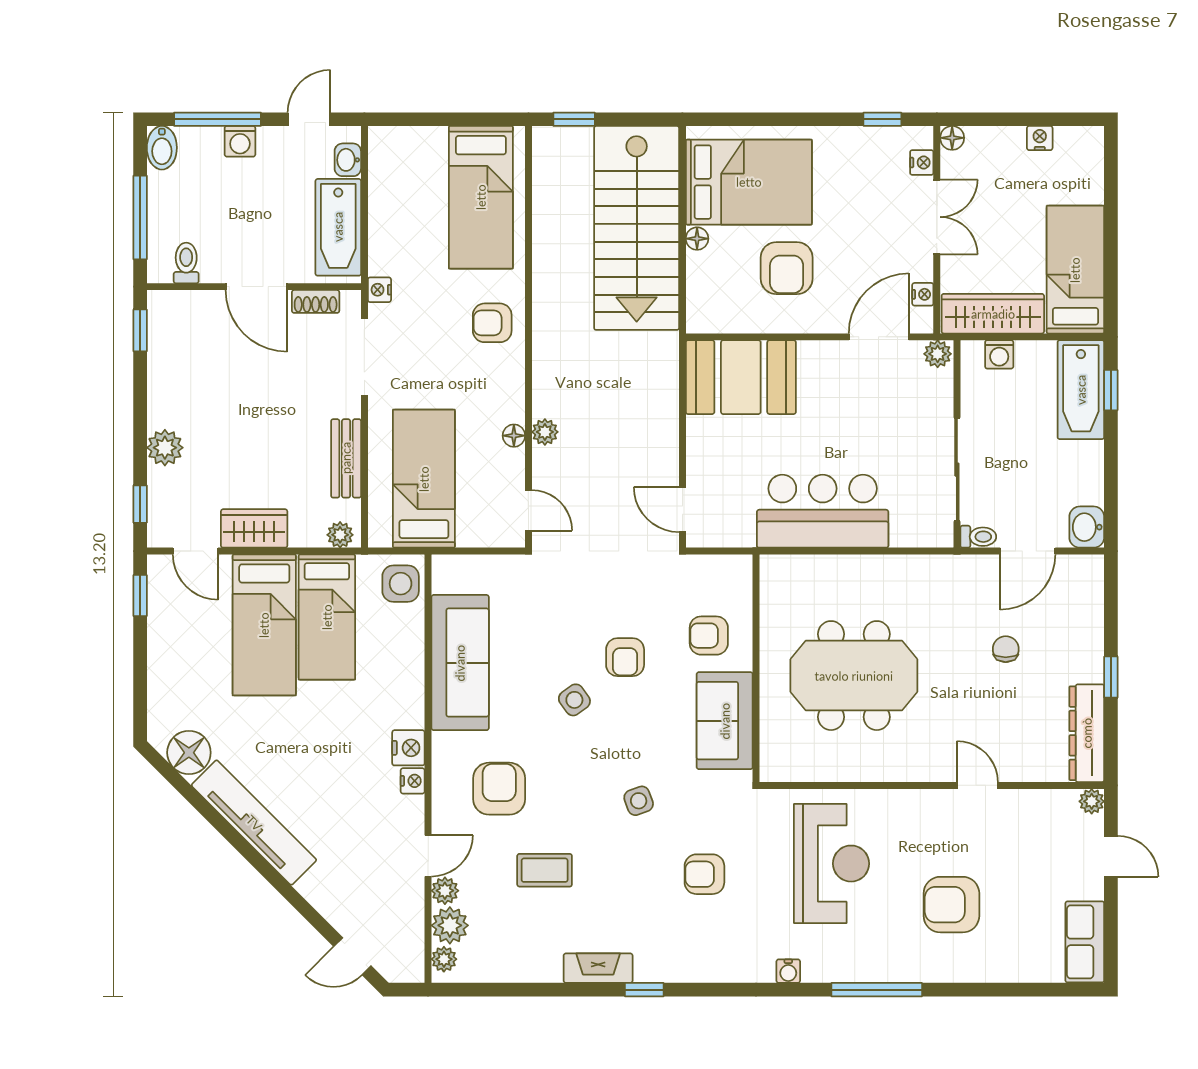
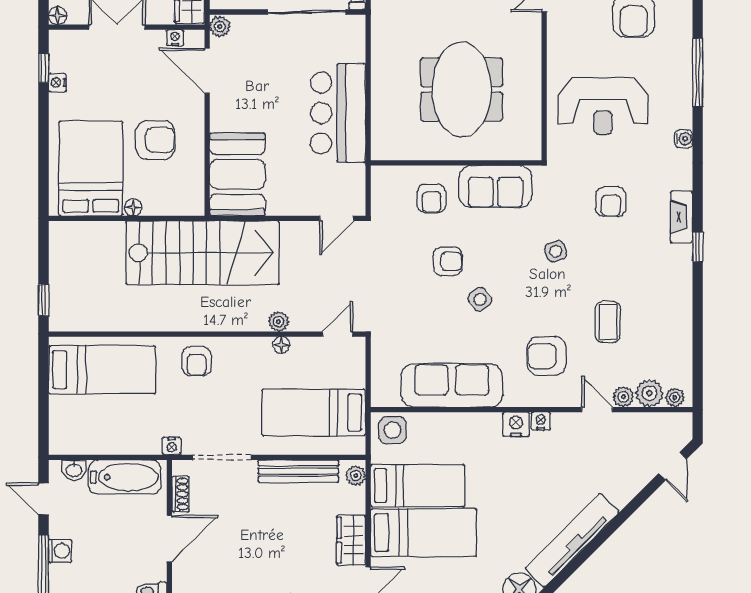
nightstand: (922, 163) -> (57, 83), moved, turned -90
stairs: (637, 228) -> (203, 253), moved
bench: (346, 458) -> (298, 471), width x1.36
reception desk: (831, 864) -> (603, 106), turned 180
fireplace: (598, 968) -> (682, 217), moved

